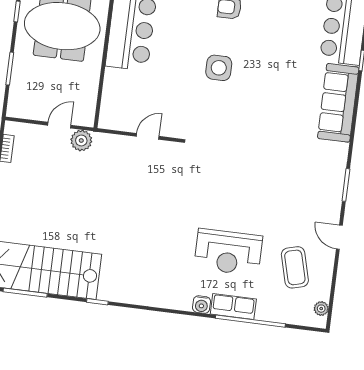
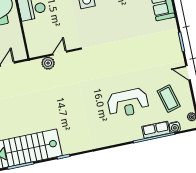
plant: (81, 140) -> (48, 63), moved
water cooler: (202, 305) -> (175, 127), moved
row of seats: (233, 307) -> (156, 130), moved

